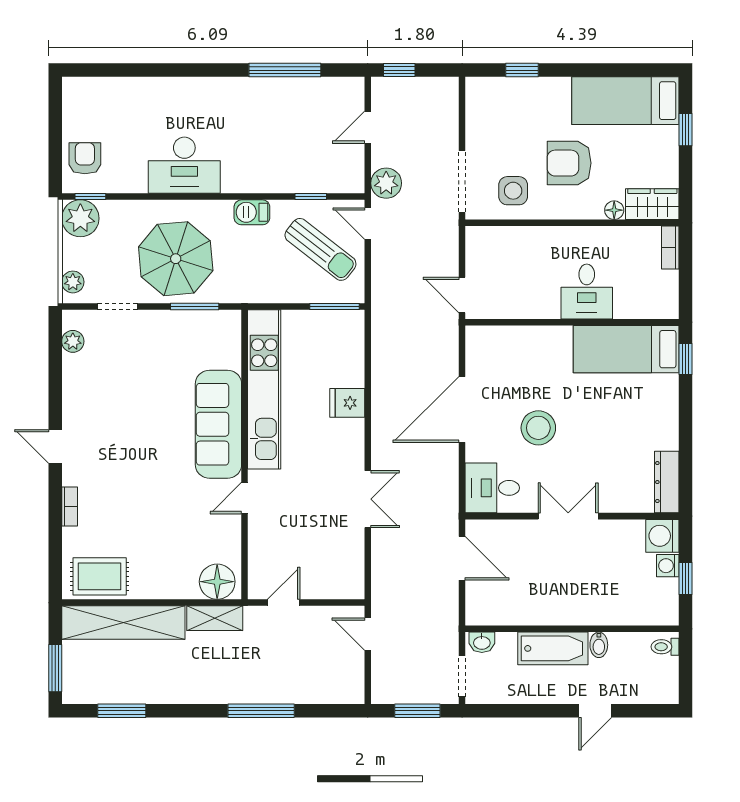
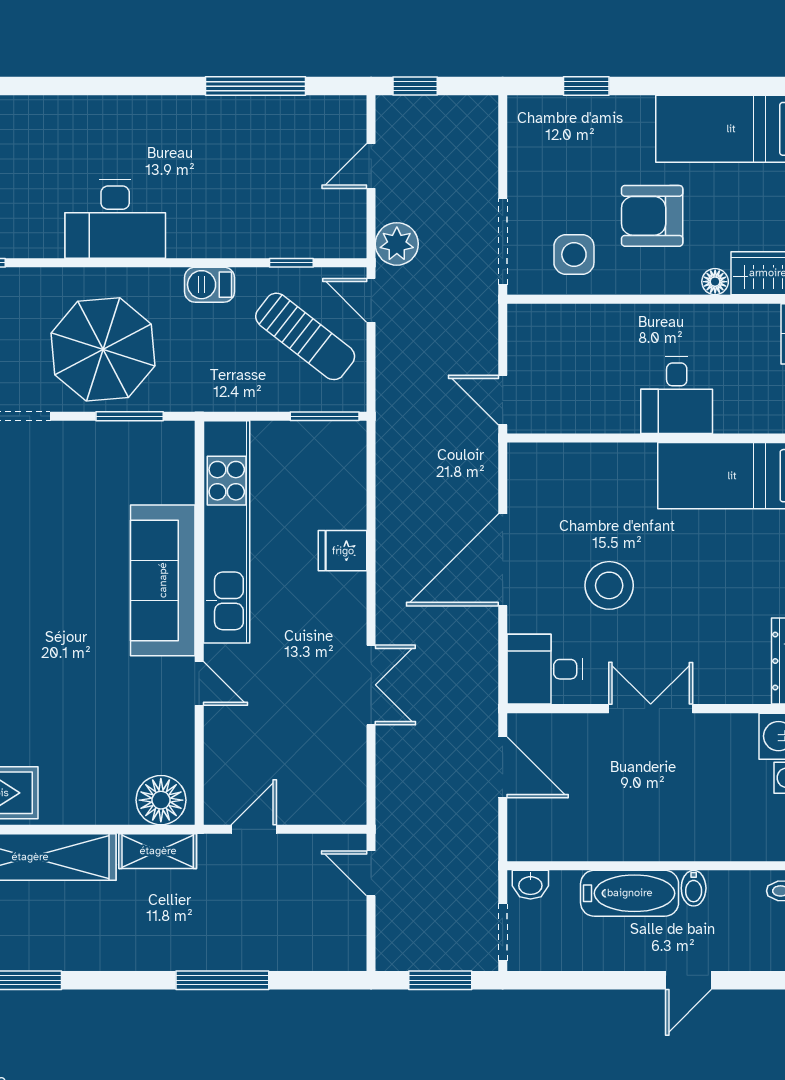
door: (245, 498) -> (199, 684), swing flipped

